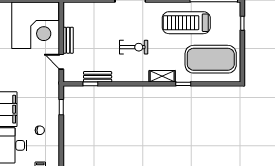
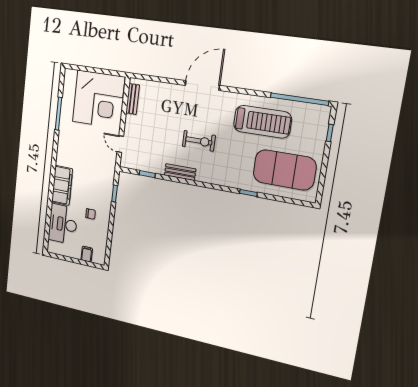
treadmill: (186, 23) -> (262, 122), turned 180
bench: (68, 40) -> (133, 99), moved
shelving: (162, 76) -> (226, 180), removed
bench: (98, 77) -> (180, 172), moved

